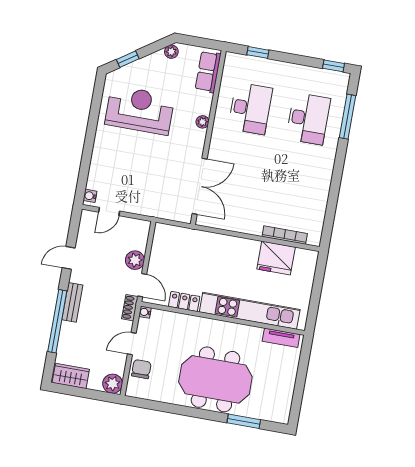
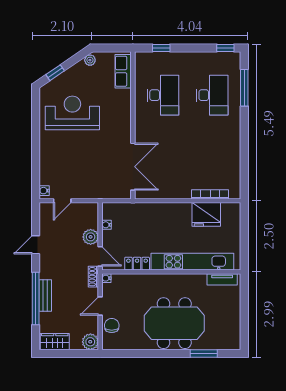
plant: (202, 122) -> (126, 113), removed
water cooler: (156, 249) -> (106, 225), added
bench: (72, 302) -> (45, 295), moved

